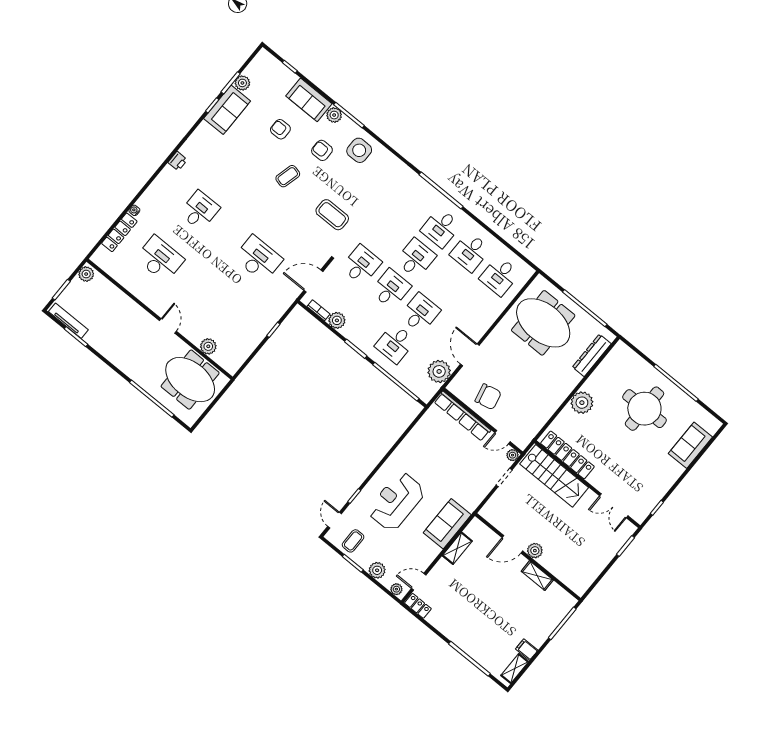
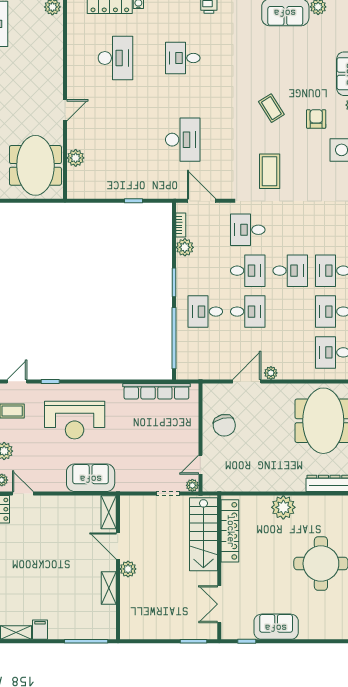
armchair: (280, 129) -> (305, 70), removed
coffee table: (288, 176) -> (271, 108), turned 44
desk: (200, 210) -> (183, 58), turned 180
desk: (361, 265) -> (248, 230), turned 180
plant: (439, 371) -> (271, 373), moved, width x0.53, depth x0.53
row of seats: (462, 416) -> (156, 391), moved, turned -90
door: (502, 437) -> (200, 465), hinge flipped
sofa: (690, 445) -> (276, 627), moved
reception desk: (396, 501) -> (75, 420), turned 180
shelving: (457, 548) -> (109, 512), moved, turned 90

